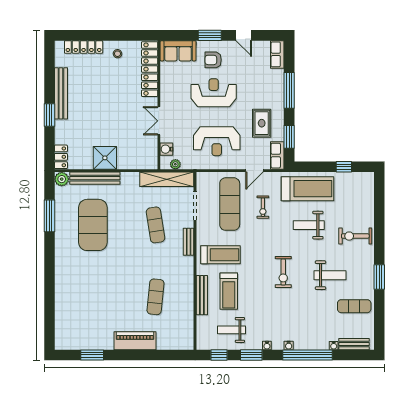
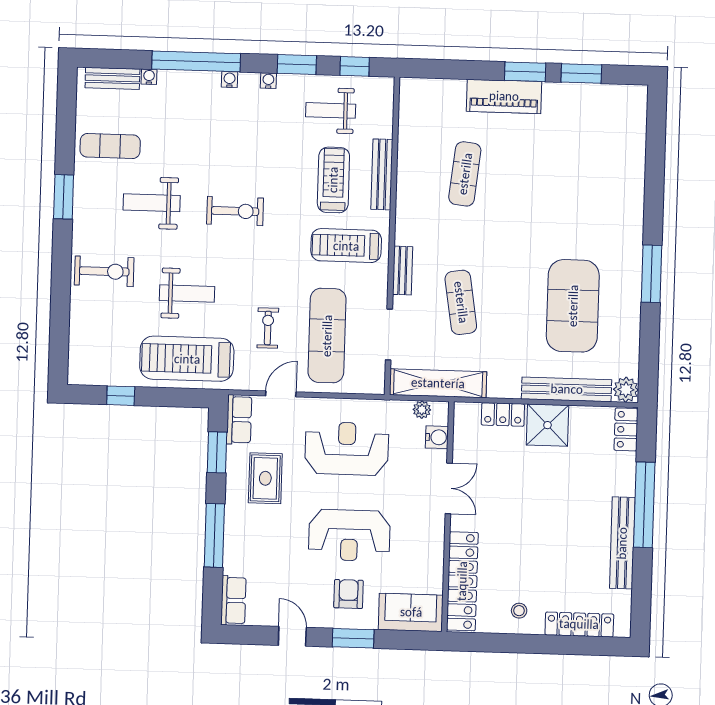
armchair: (213, 60) -> (348, 594), turned -90
window: (49, 115) -> (644, 505), width x2.11
locker: (130, 163) -> (503, 414), added
window: (49, 216) -> (651, 274), moved
exercise bike: (283, 272) -> (235, 211), turned 90
weight bench: (232, 330) -> (331, 110), turned 180
window: (124, 355) -> (525, 72), added

